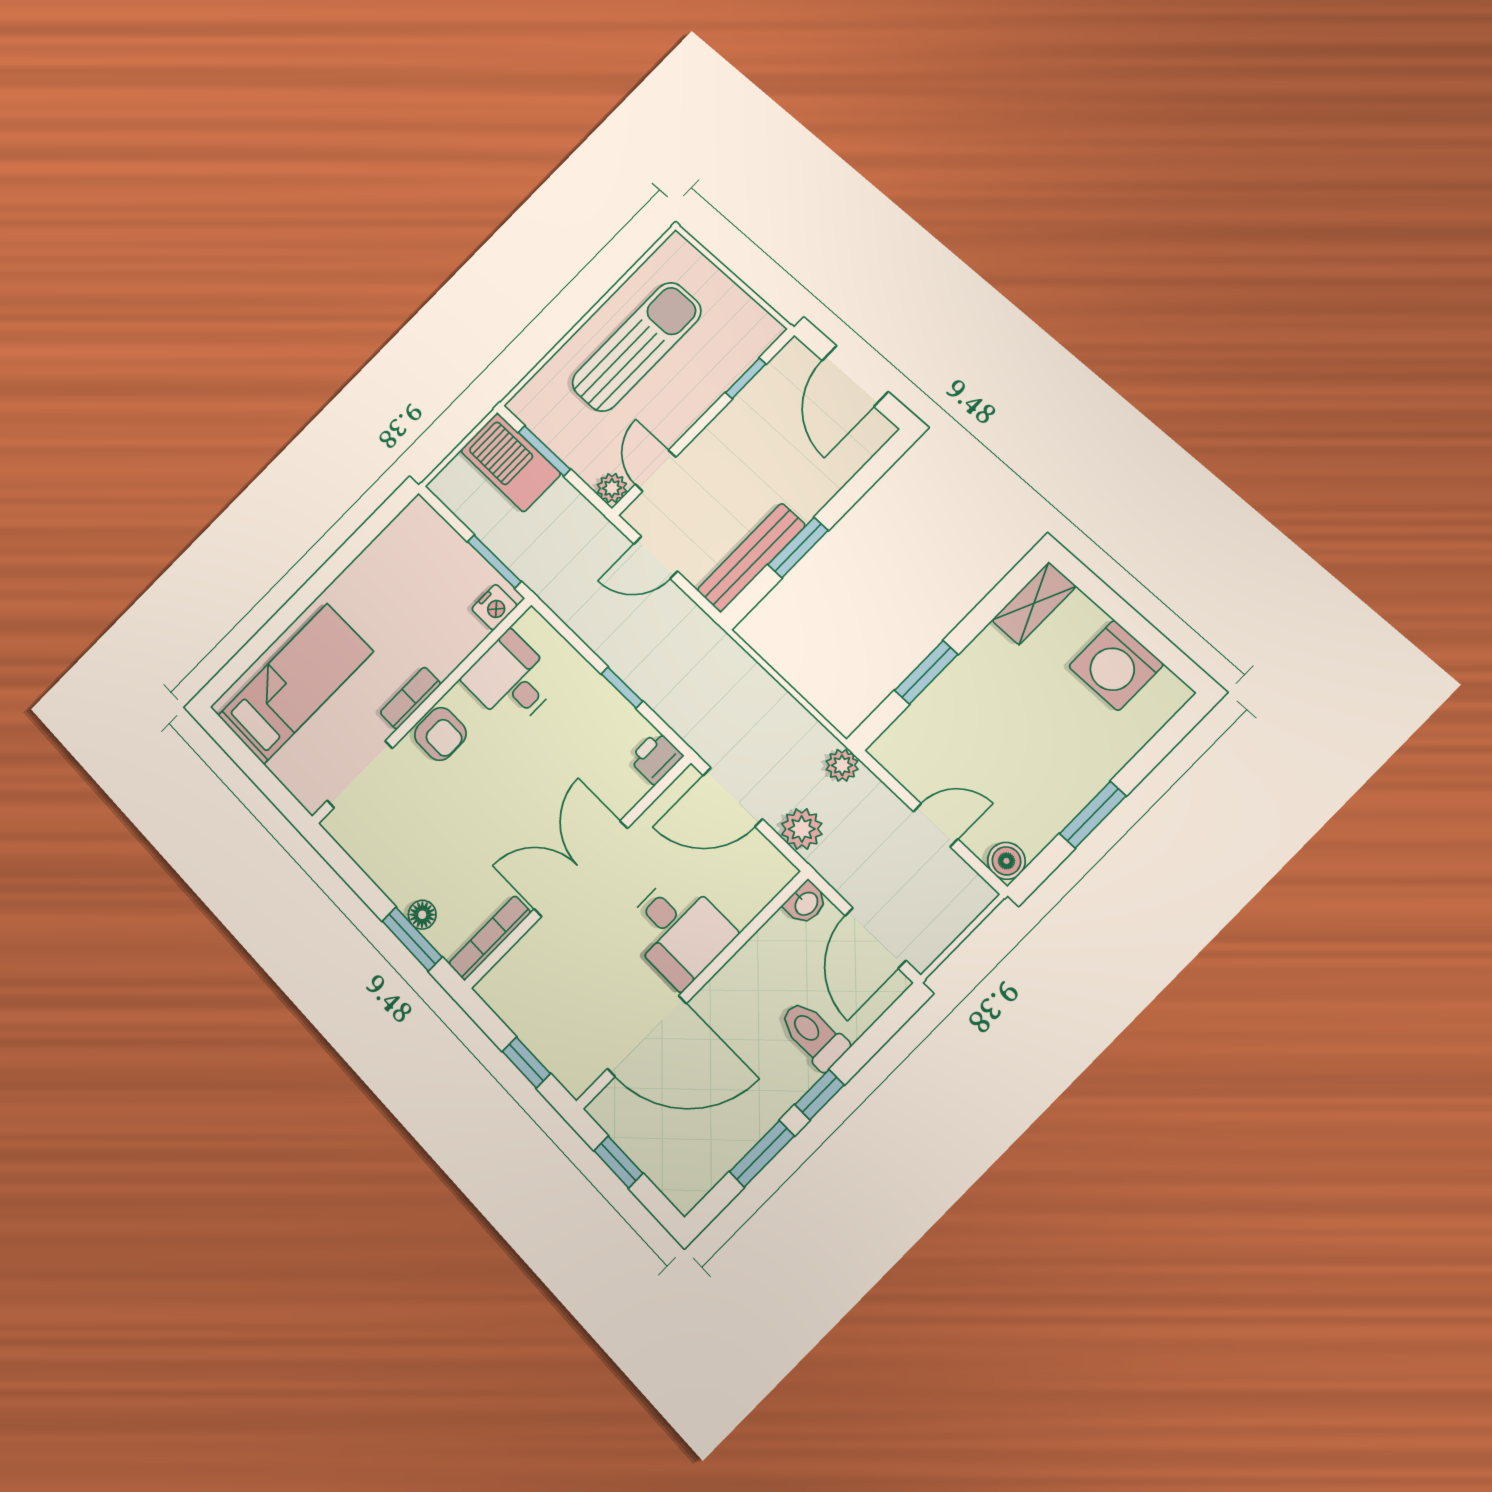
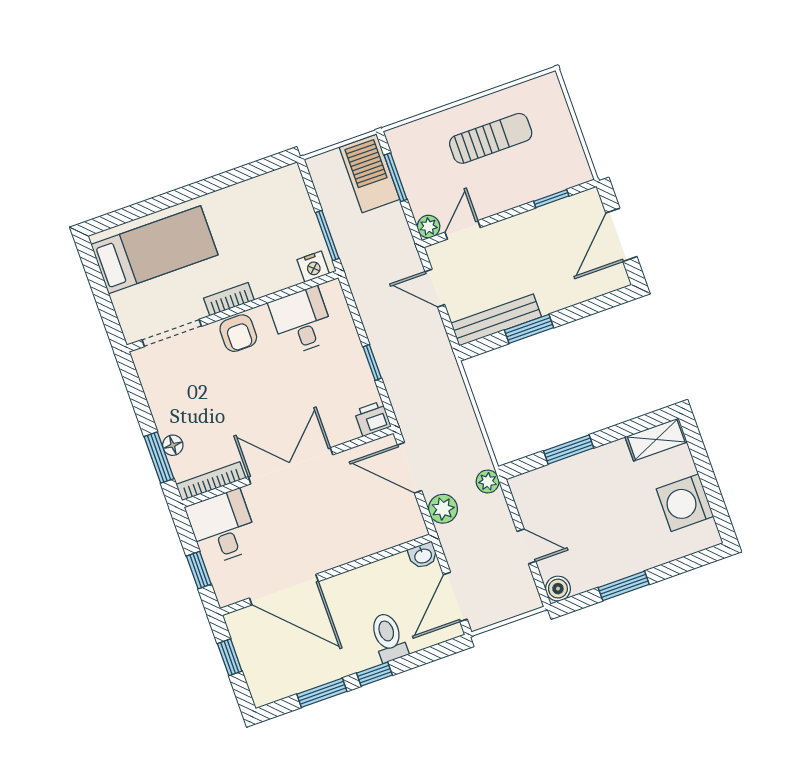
sun lounger: (637, 347) -> (491, 138), width x0.73, depth x0.75
desk: (678, 931) -> (222, 527), moved, turned 180

